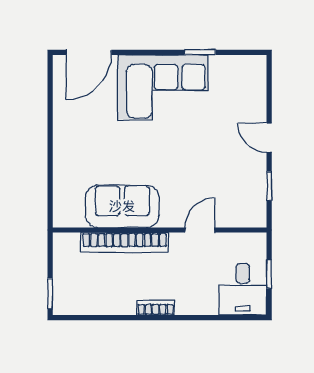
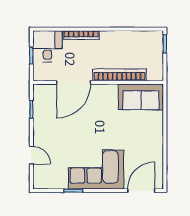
door: (269, 138) -> (31, 155), moved
sofa: (122, 206) -> (141, 97), moved
door: (200, 230) -> (74, 82), width x1.88
bookcase: (156, 308) -> (81, 35), moved, width x1.56

